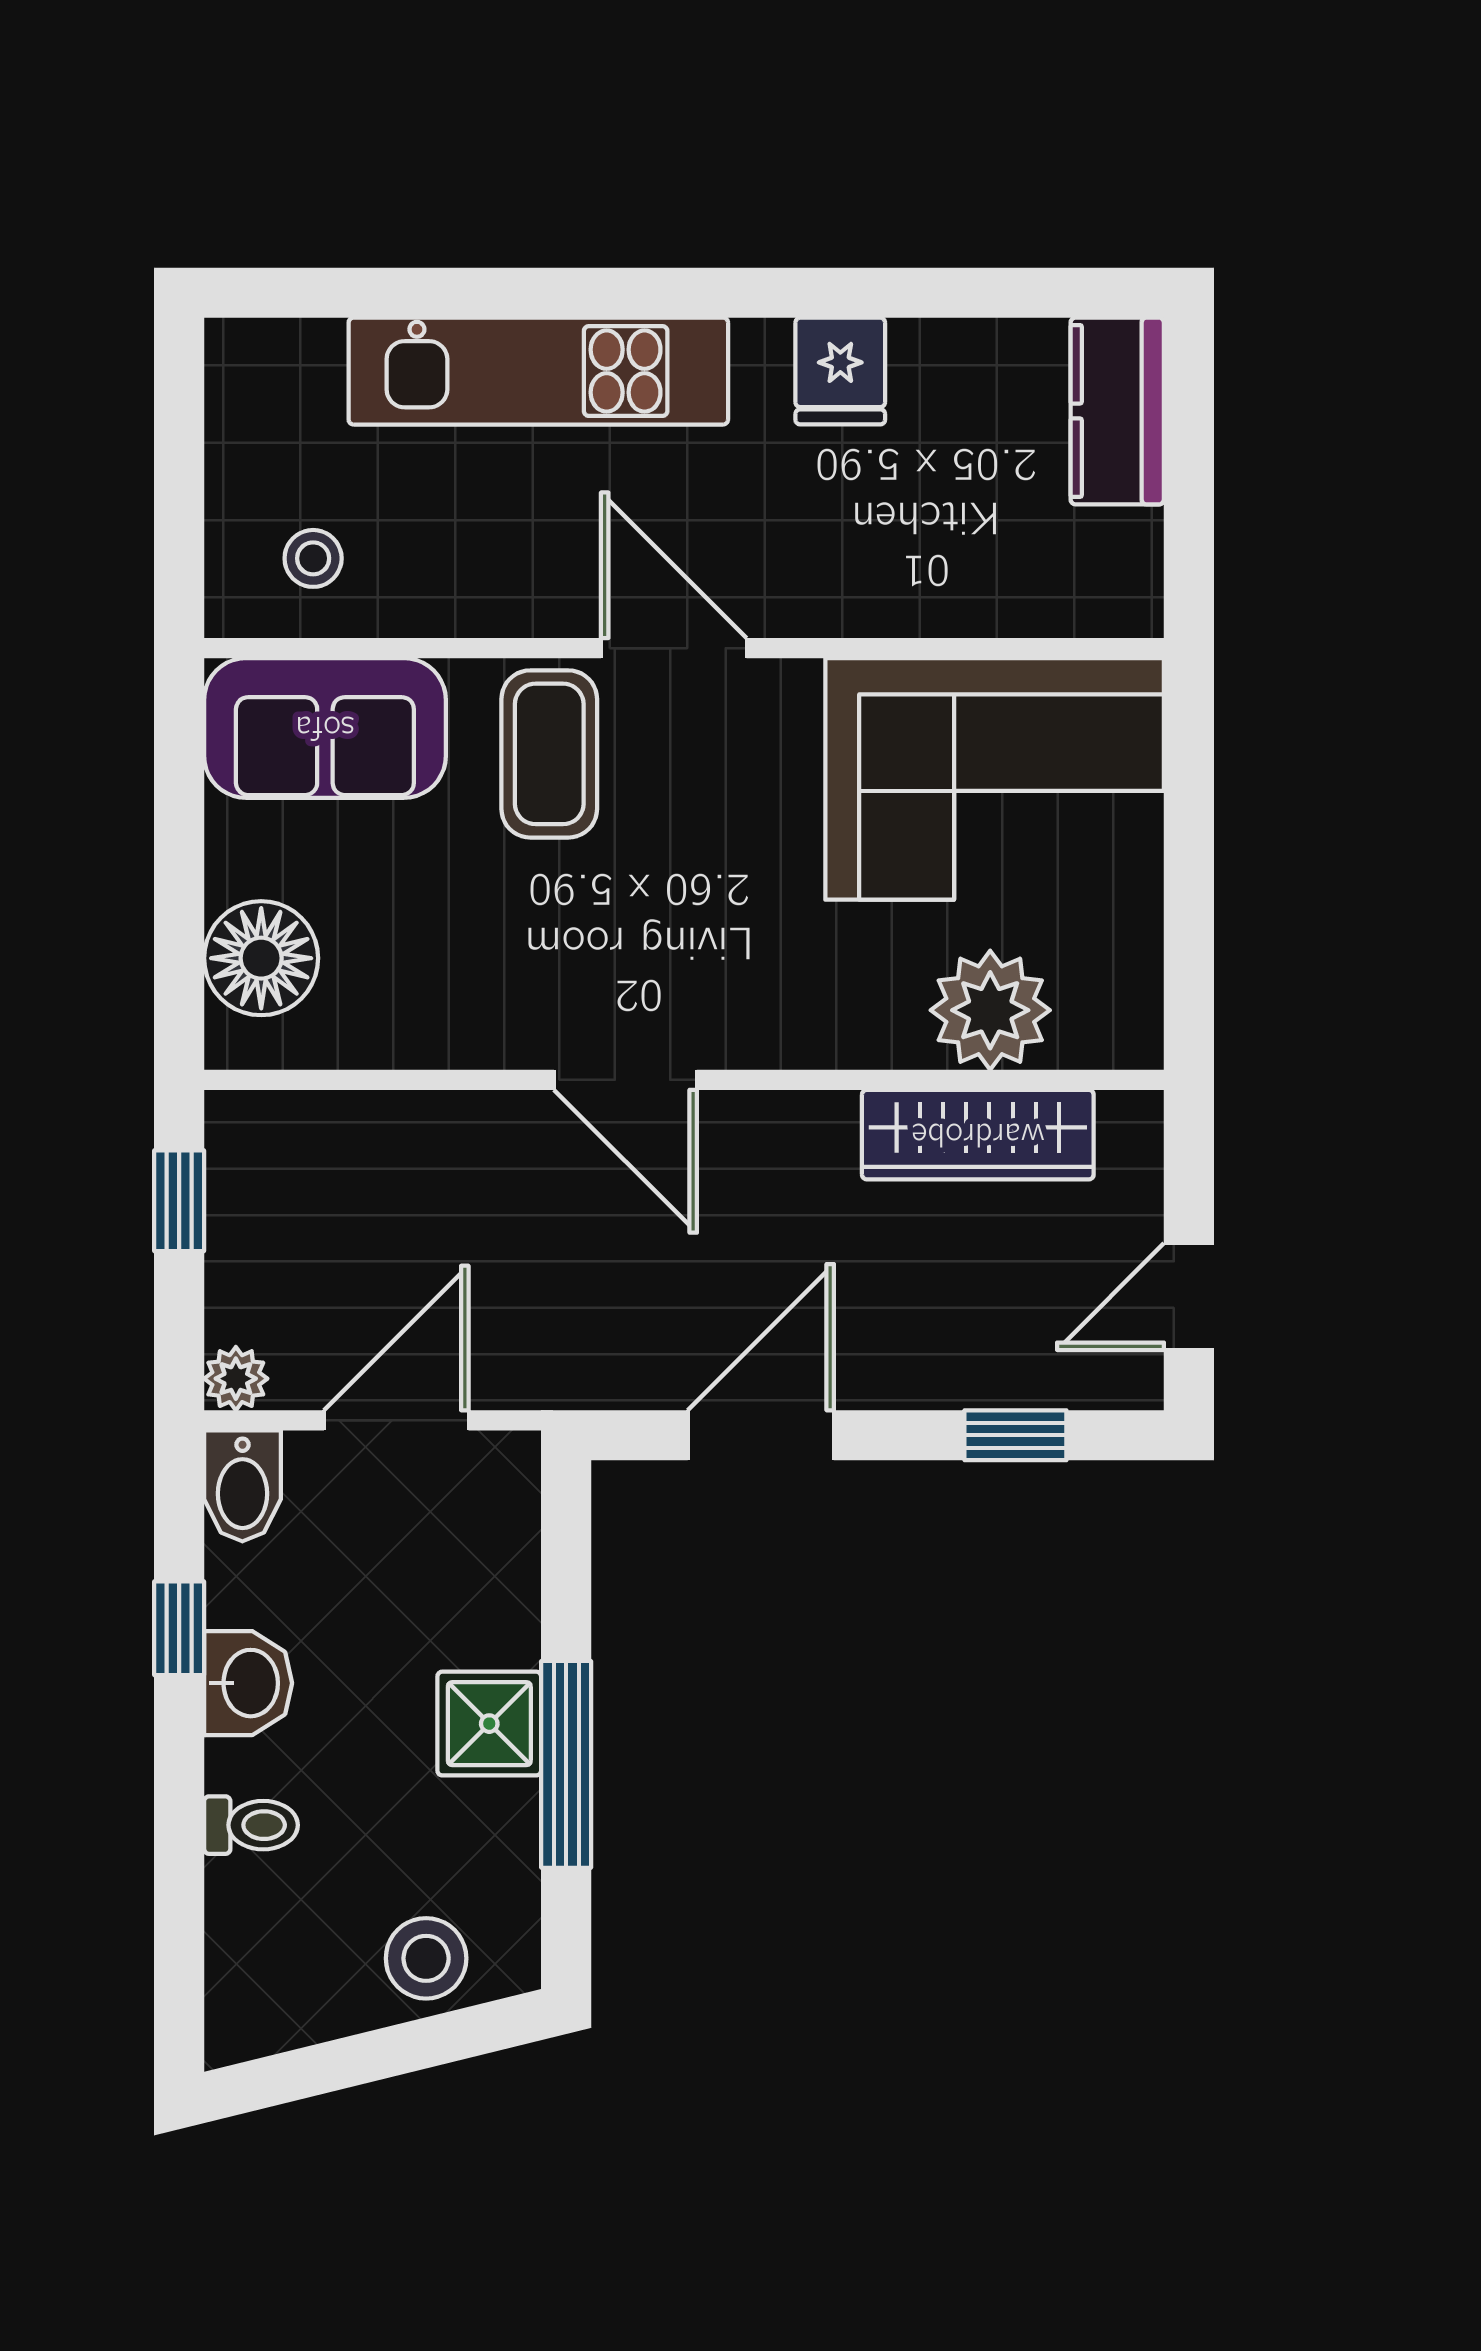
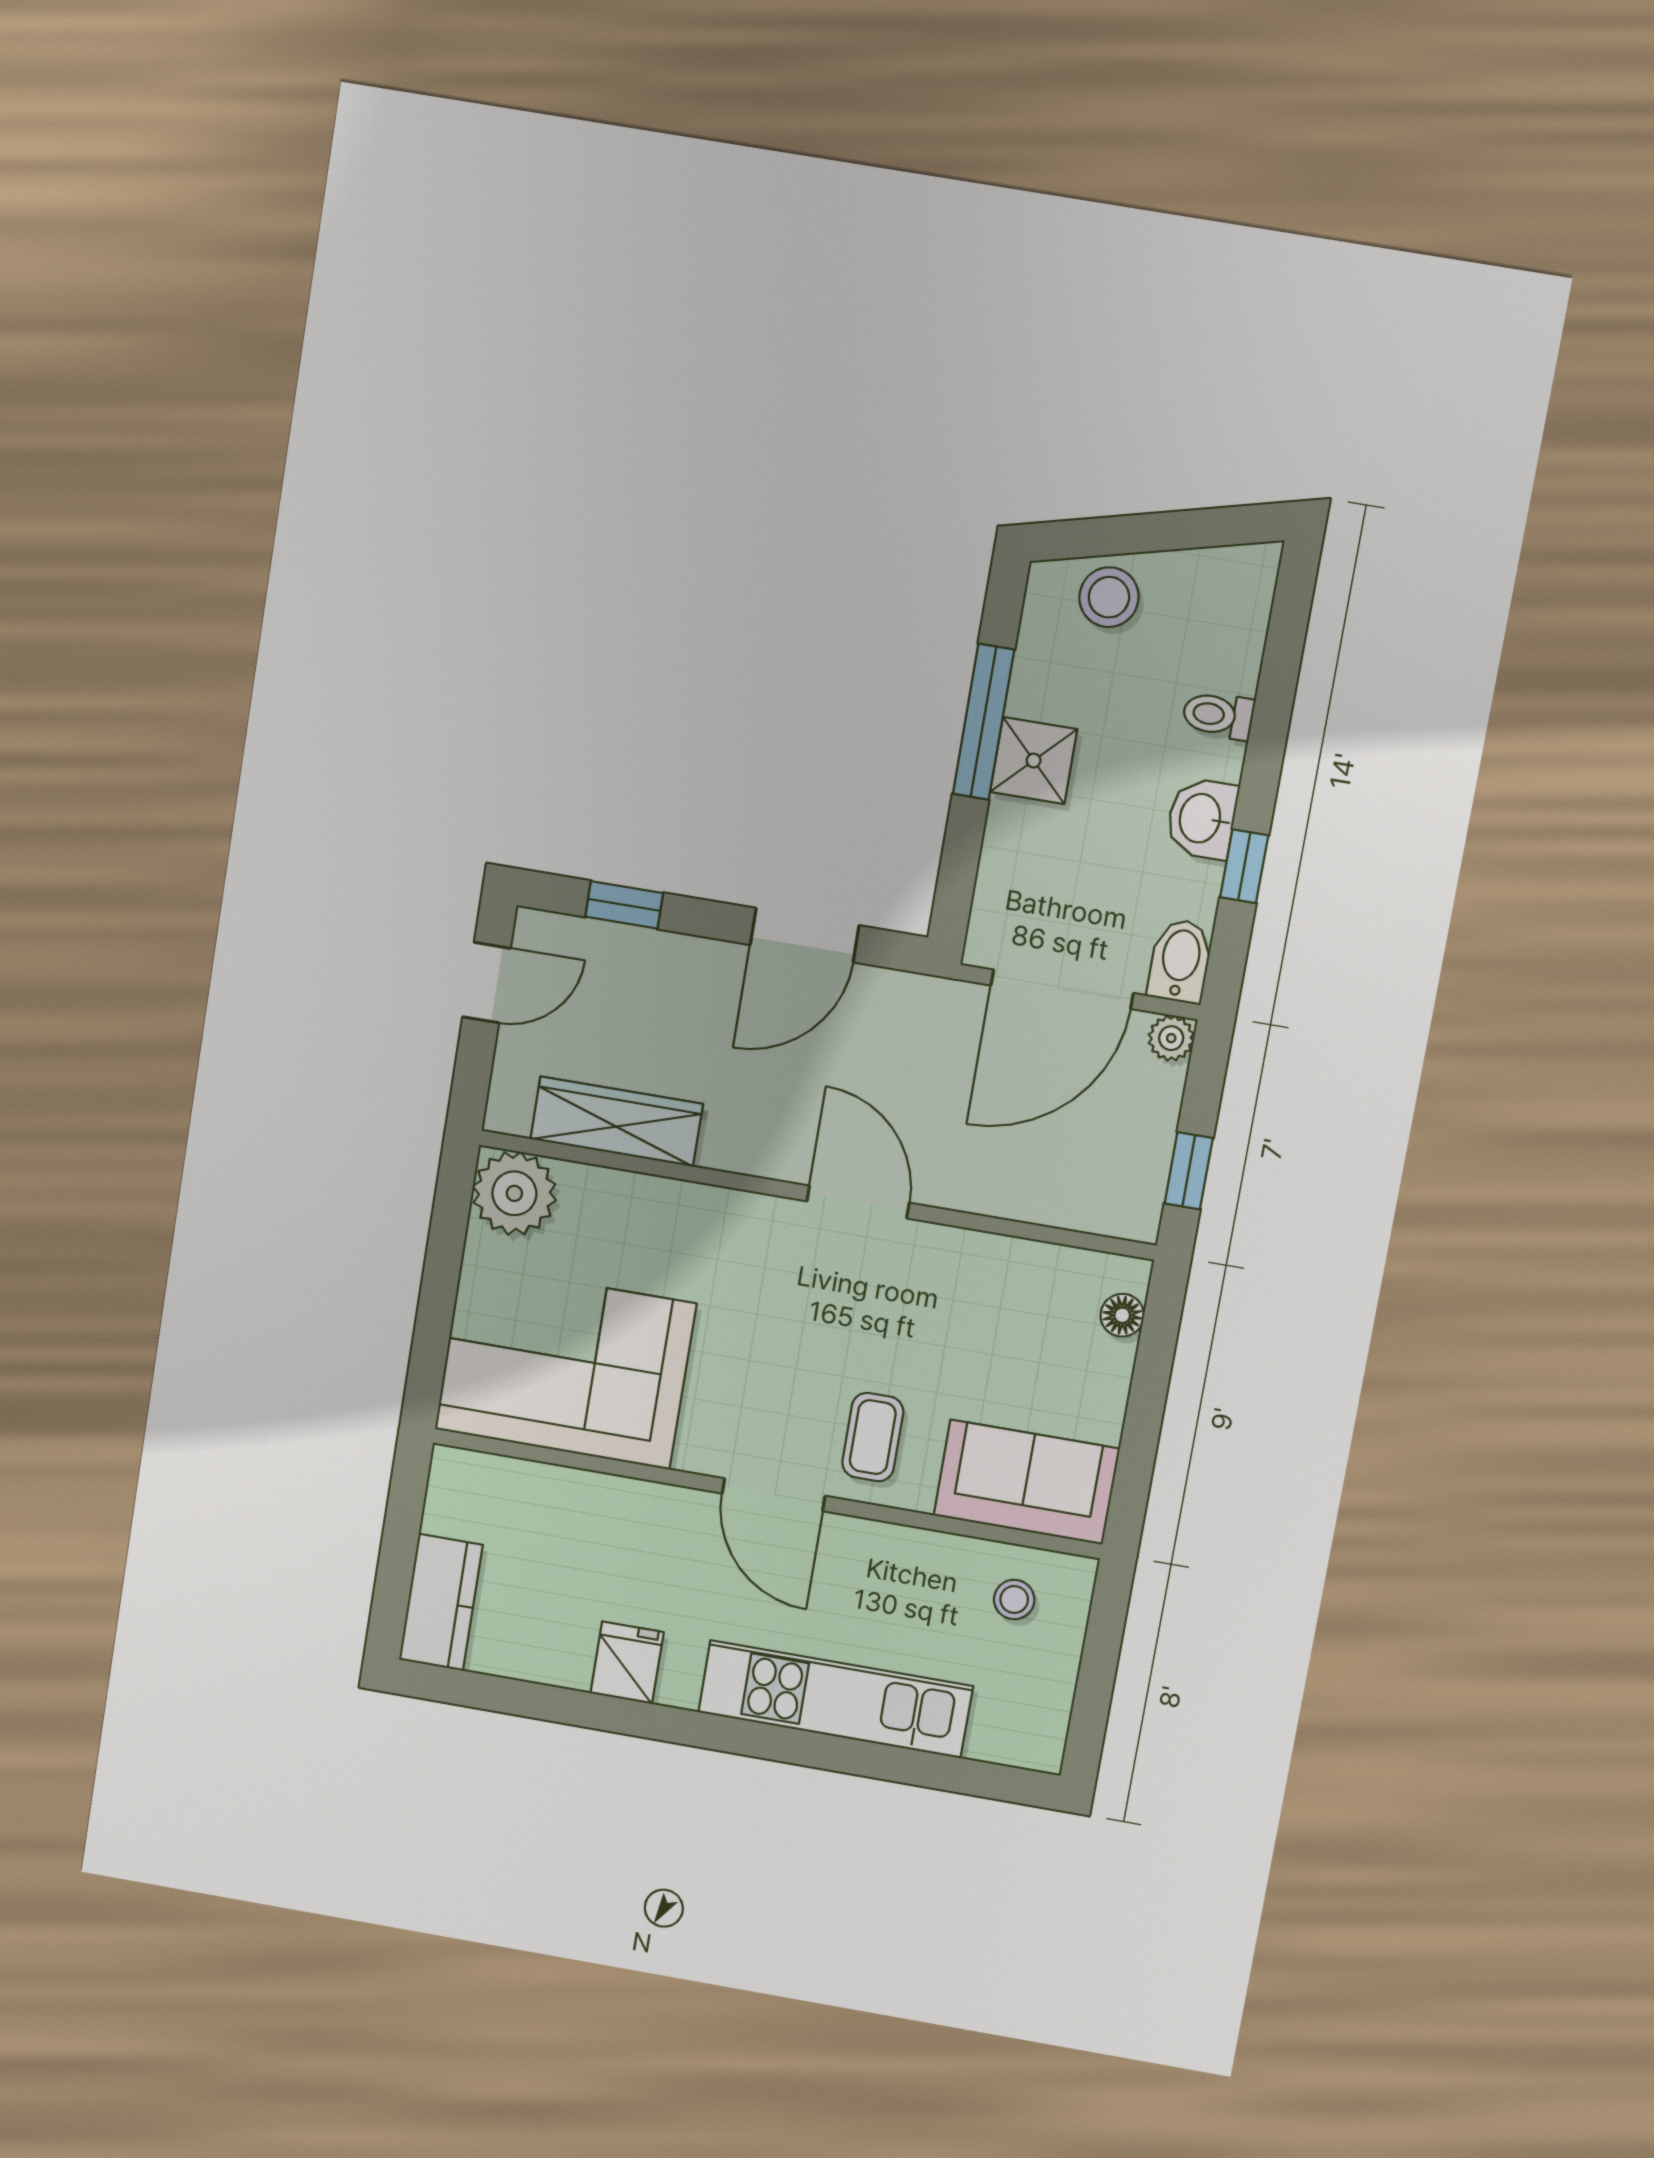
coffee table: (549, 754) -> (873, 1437), width x0.73, depth x0.77
floor lamp: (261, 958) -> (1122, 1315), width x0.53, depth x0.53
plant: (990, 1010) -> (514, 1193), moved
door: (396, 1420) -> (1062, 989), width x1.36

